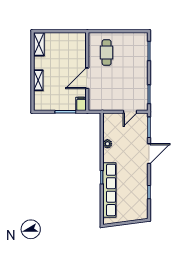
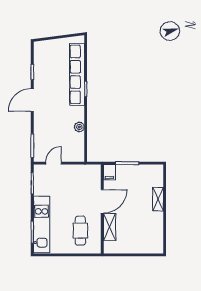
shelving: (39, 44) -> (110, 227), moved
kitchen unit: (141, 58) -> (42, 224), added
door: (149, 154) -> (32, 100), moved

